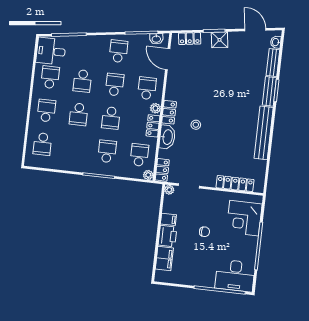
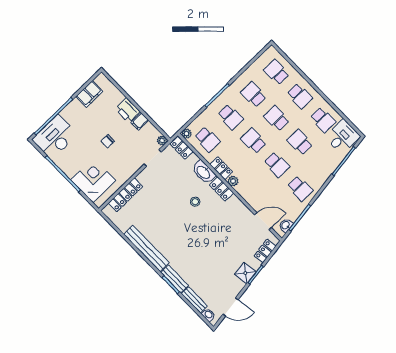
school desk: (147, 88) -> (253, 95), moved, turned 180
filing cabinet: (164, 259) -> (89, 94), moved, turned -90

